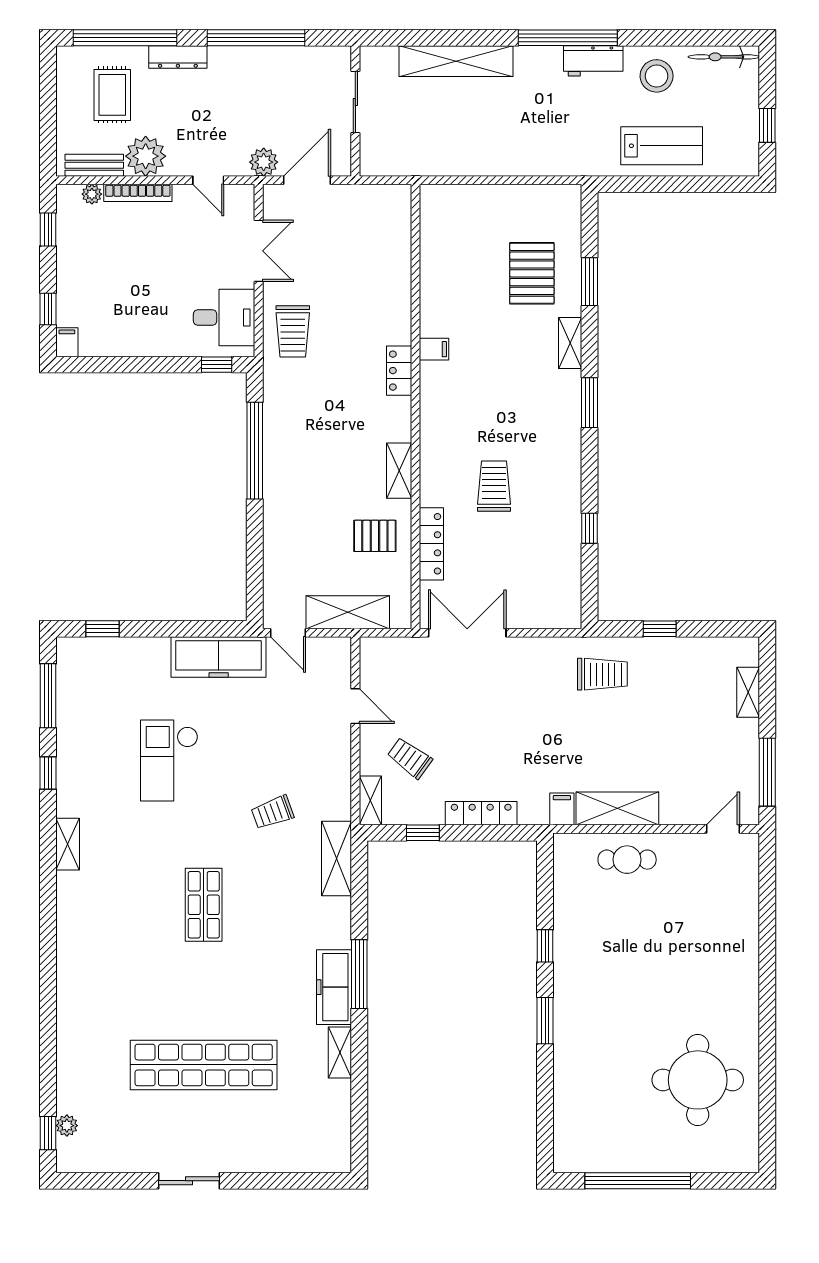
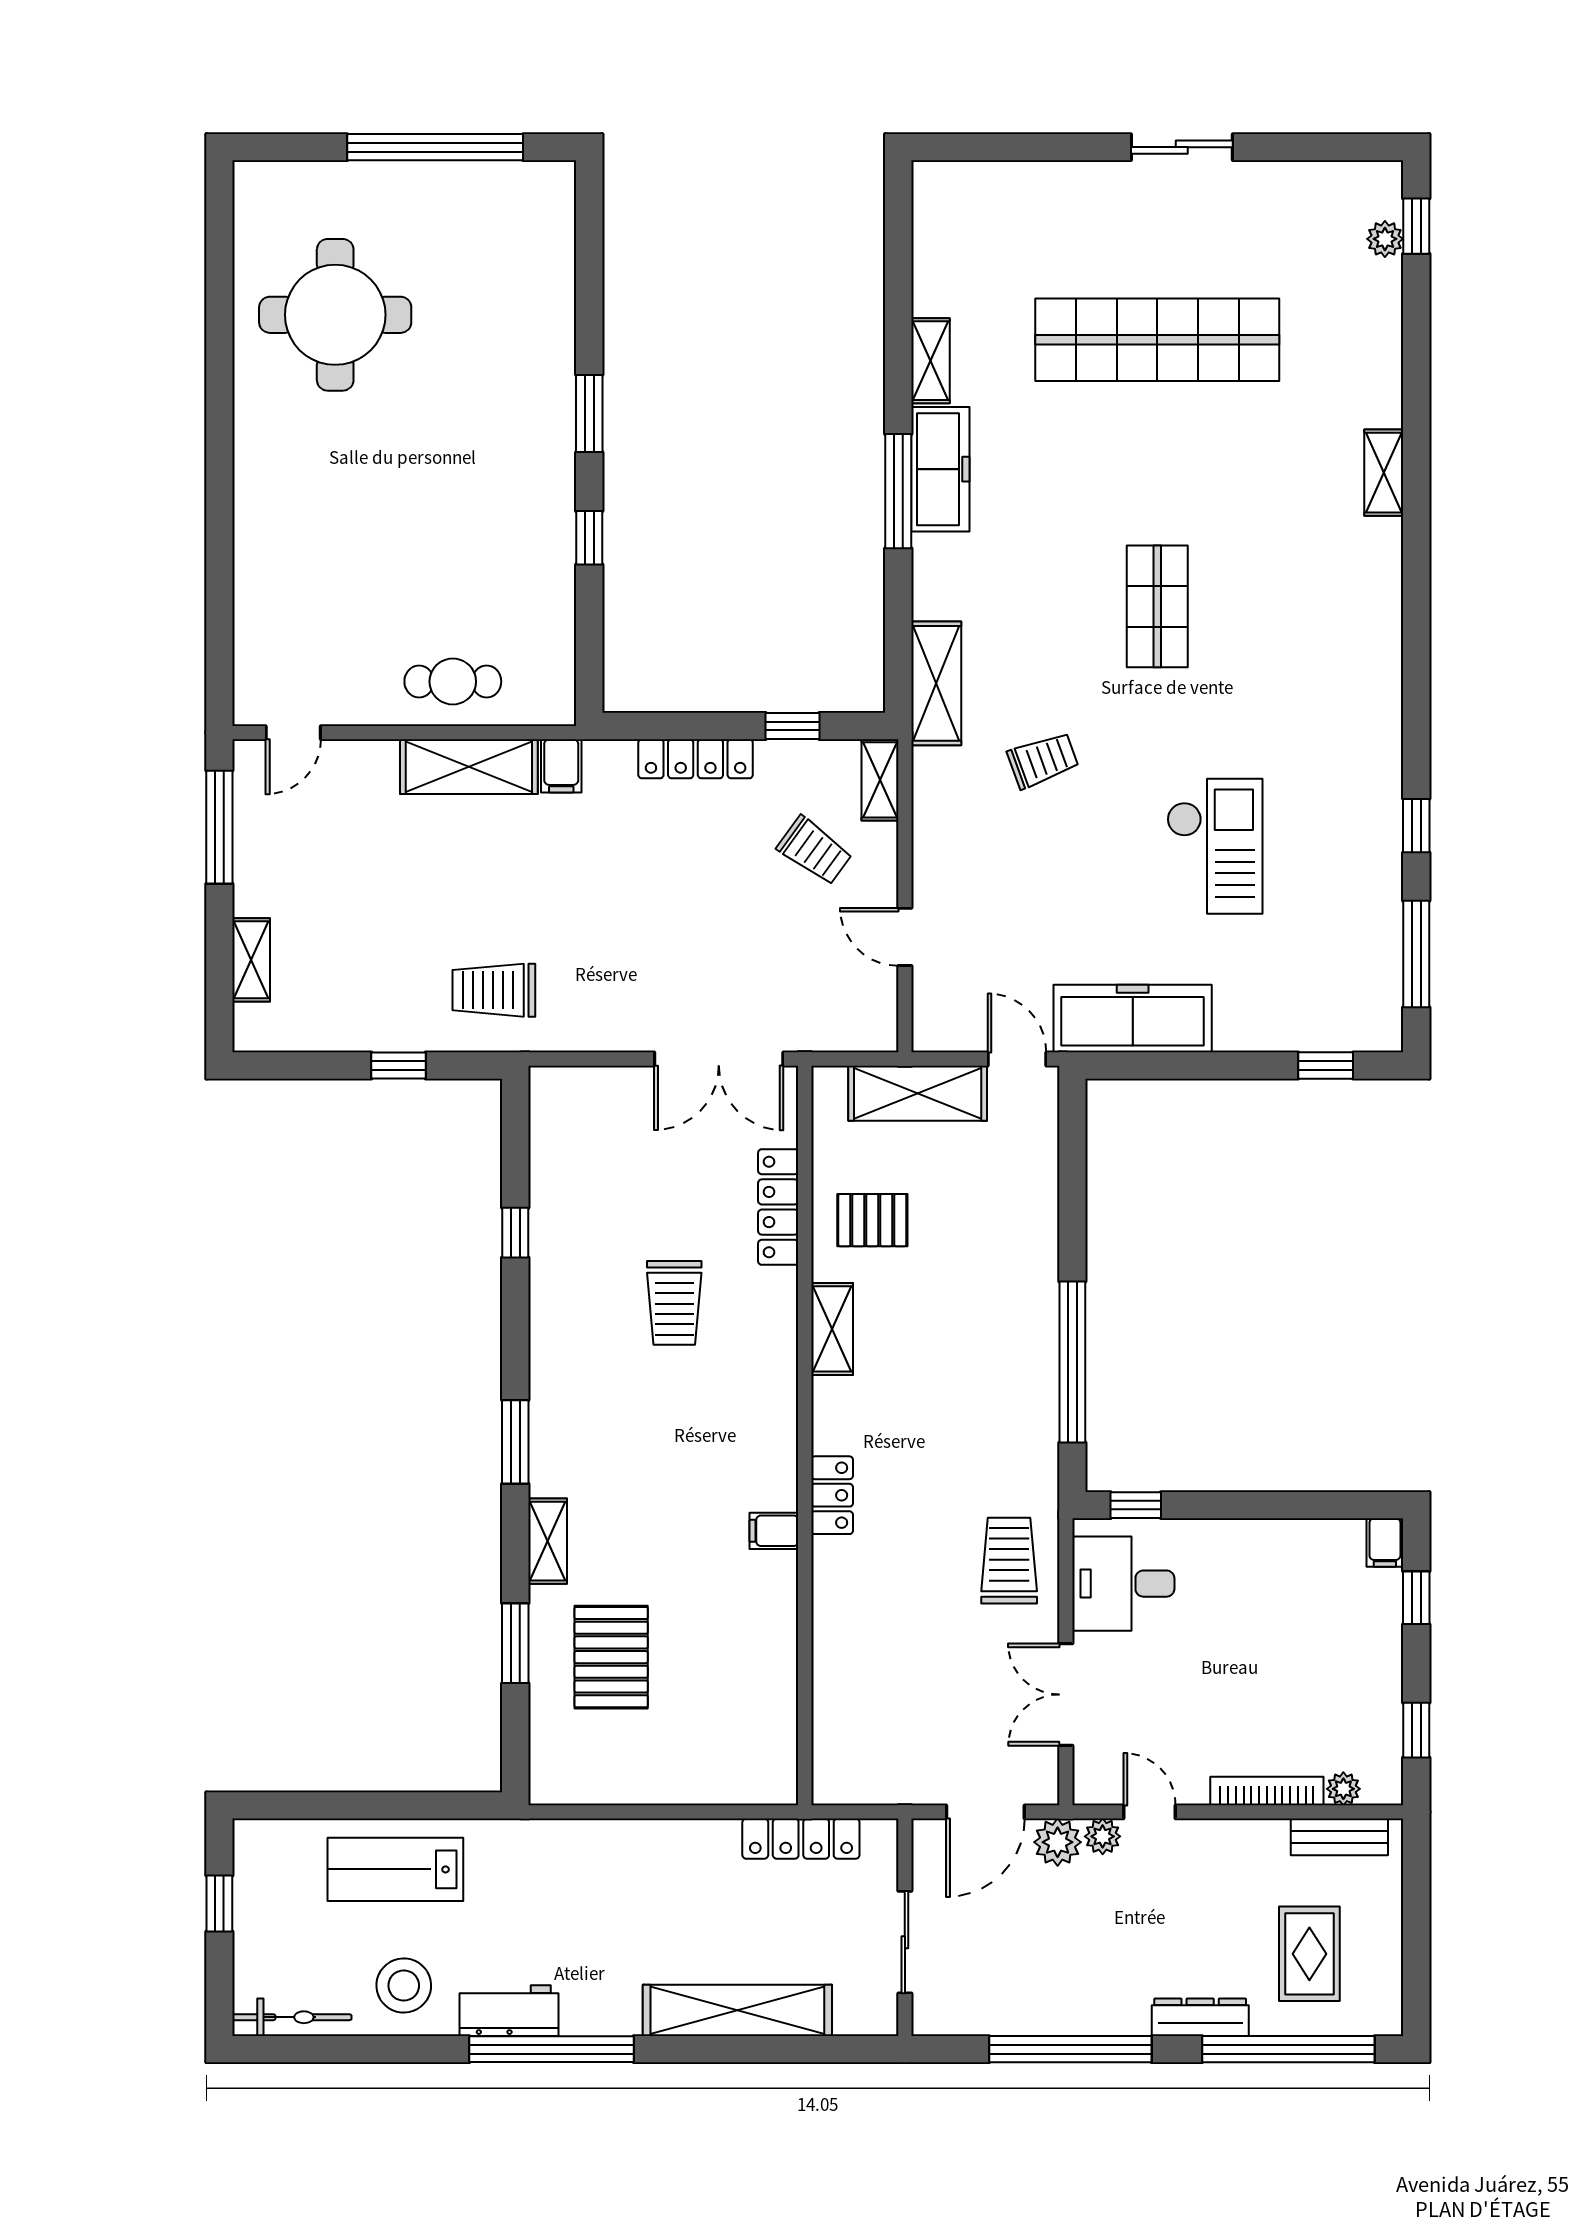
plant: (146, 156) -> (1103, 1836), moved, width x0.53, depth x0.53
locker: (418, 164) -> (801, 1839), added
shelving: (68, 844) -> (1384, 473), moved

